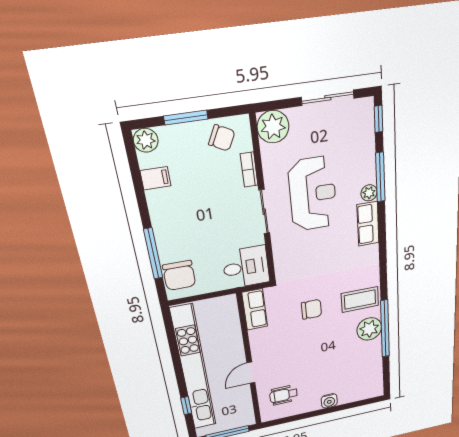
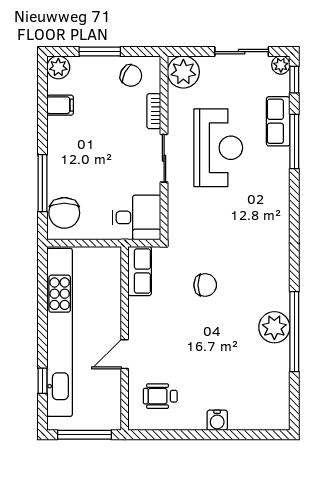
plant: (369, 193) -> (281, 65), moved
row of seats: (368, 224) -> (278, 121), moved
coffee table: (360, 299) -> (264, 285), removed

